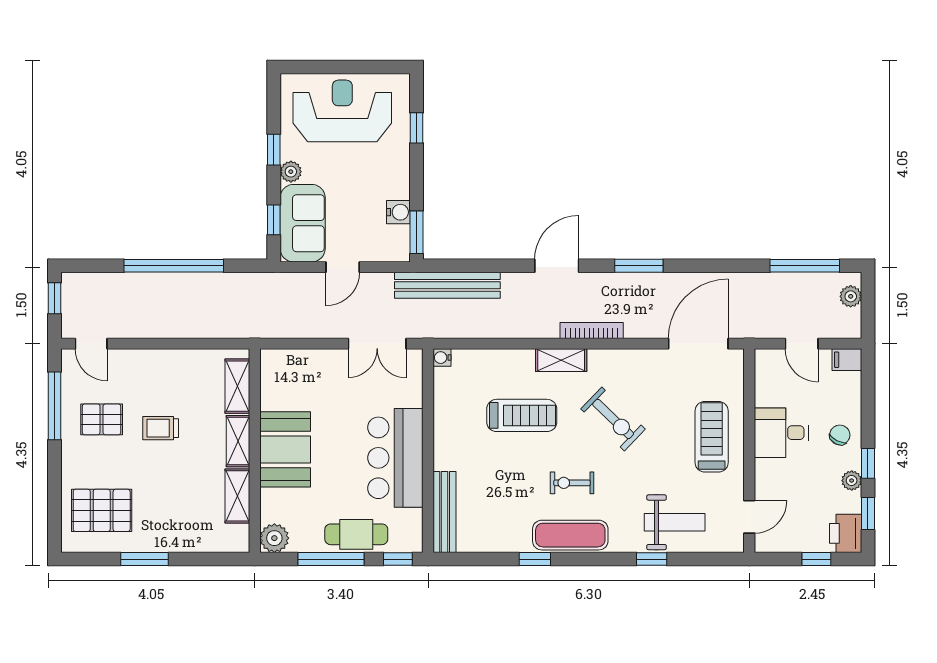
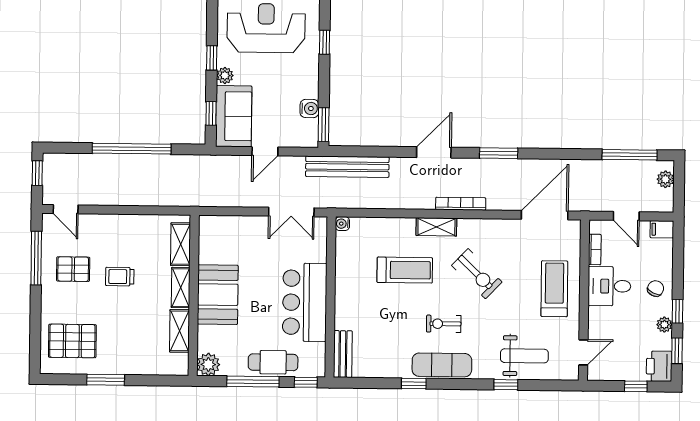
bookcase: (762, 386) -> (595, 249), added
bench: (445, 512) -> (343, 354), width x0.73

